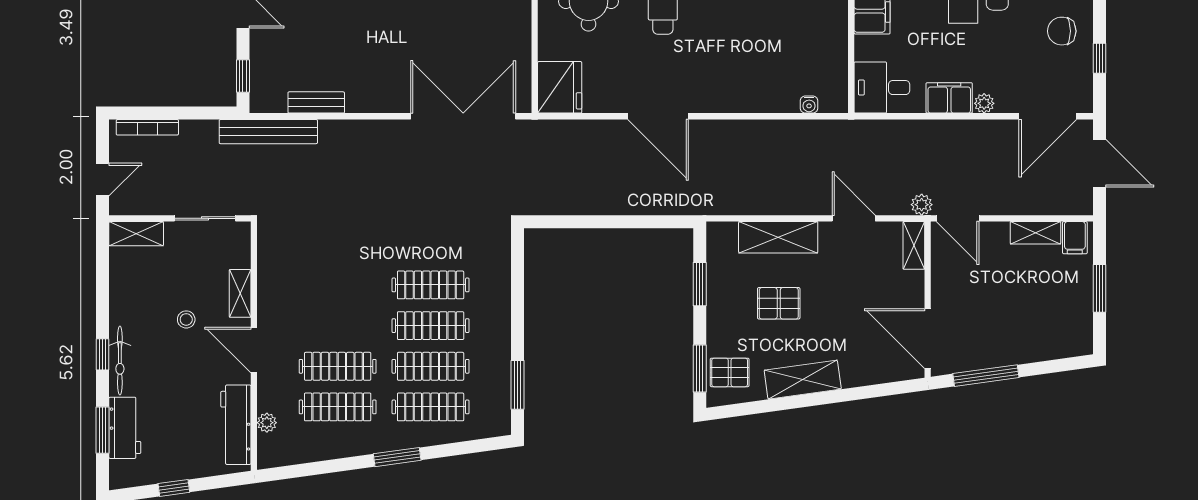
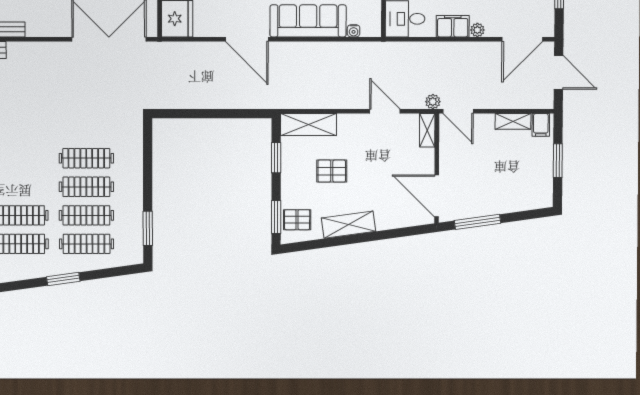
sofa: (745, 90) -> (308, 21), added
shelving: (778, 237) -> (309, 125), moved

